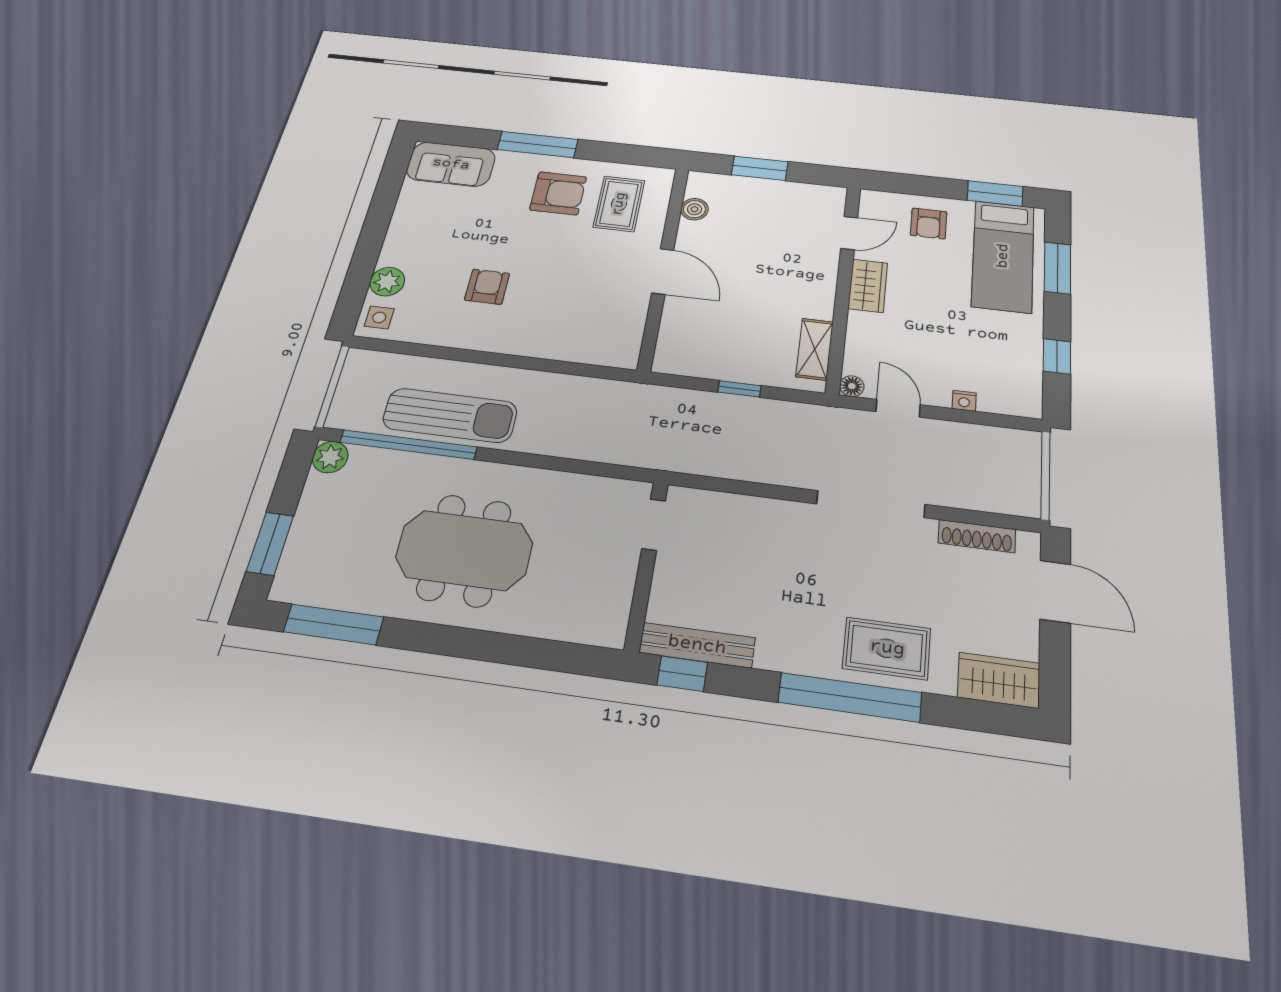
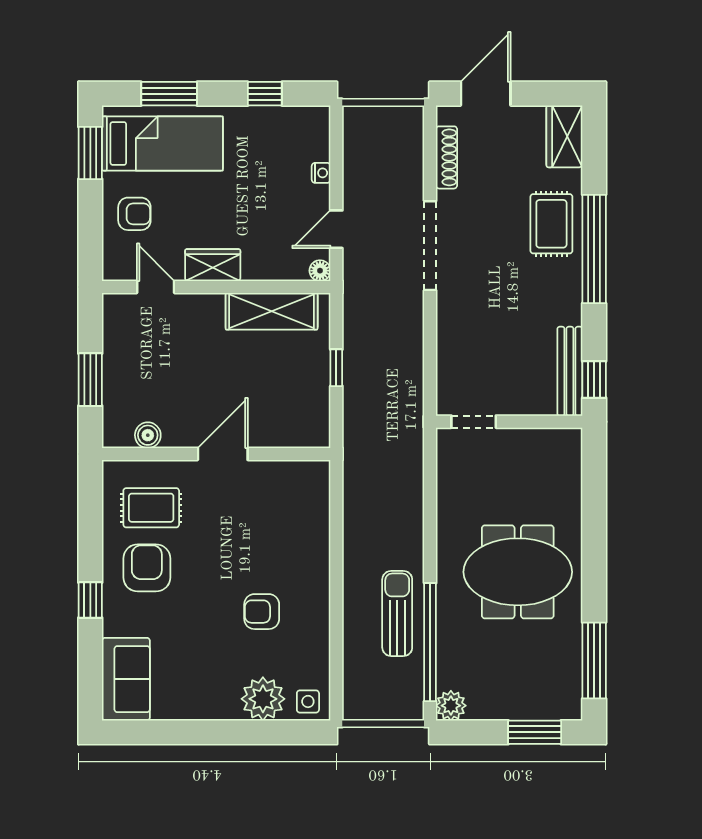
window: (538, 145) -> (90, 600), width x0.46
plant: (387, 282) -> (263, 699), width x1.36, depth x1.36
shelving: (815, 349) -> (272, 311), width x1.50, depth x1.33
sun lounger: (450, 415) -> (397, 613), width x0.73, depth x0.75
meeting table: (464, 550) -> (518, 572), turned 90

